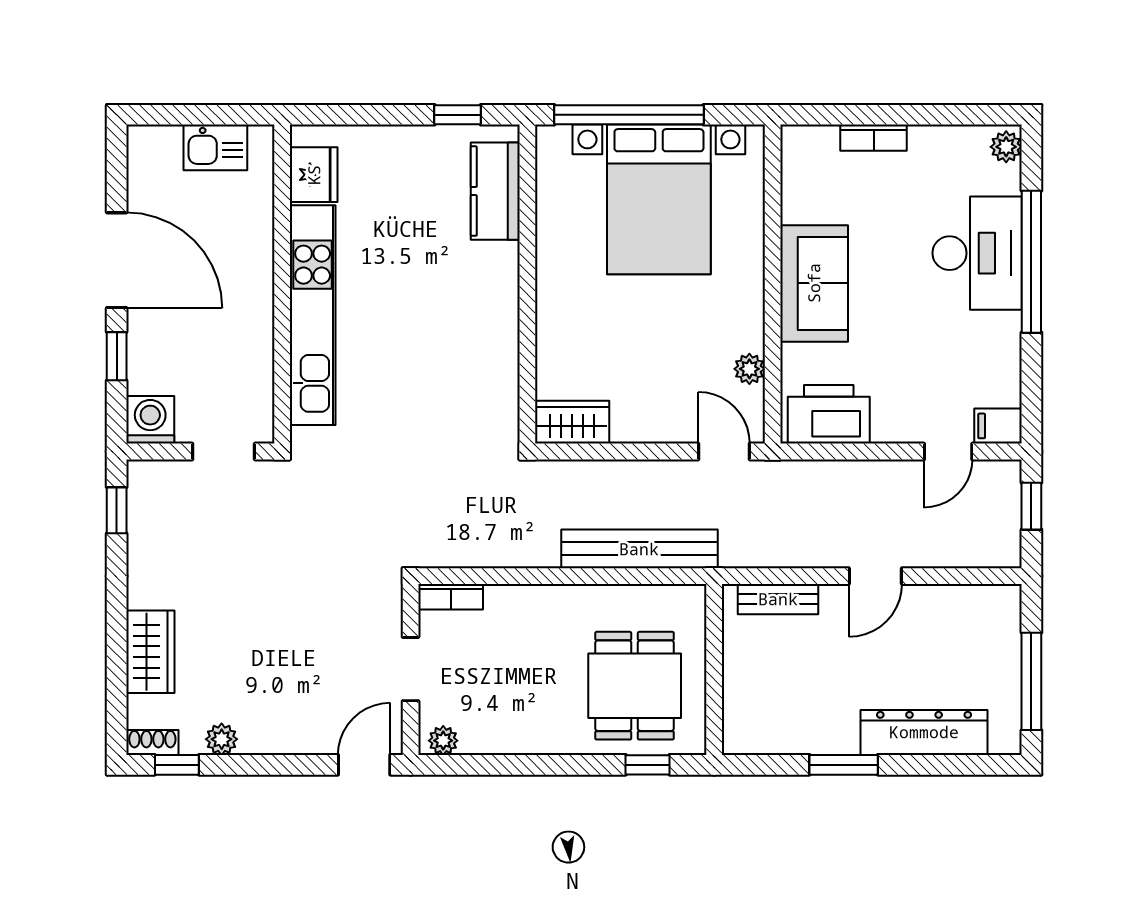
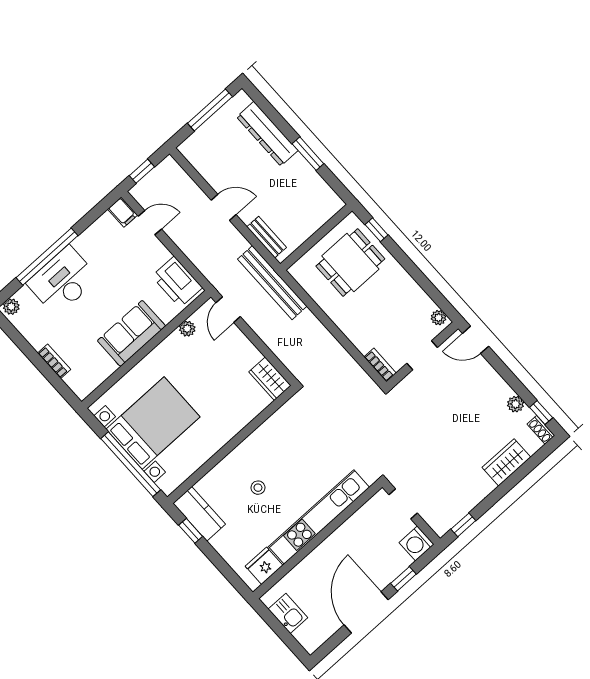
kitchen counter: (495, 191) -> (199, 514), moved, turned -90
stool: (433, 266) -> (258, 488), added
bench: (639, 549) -> (272, 283), moved

